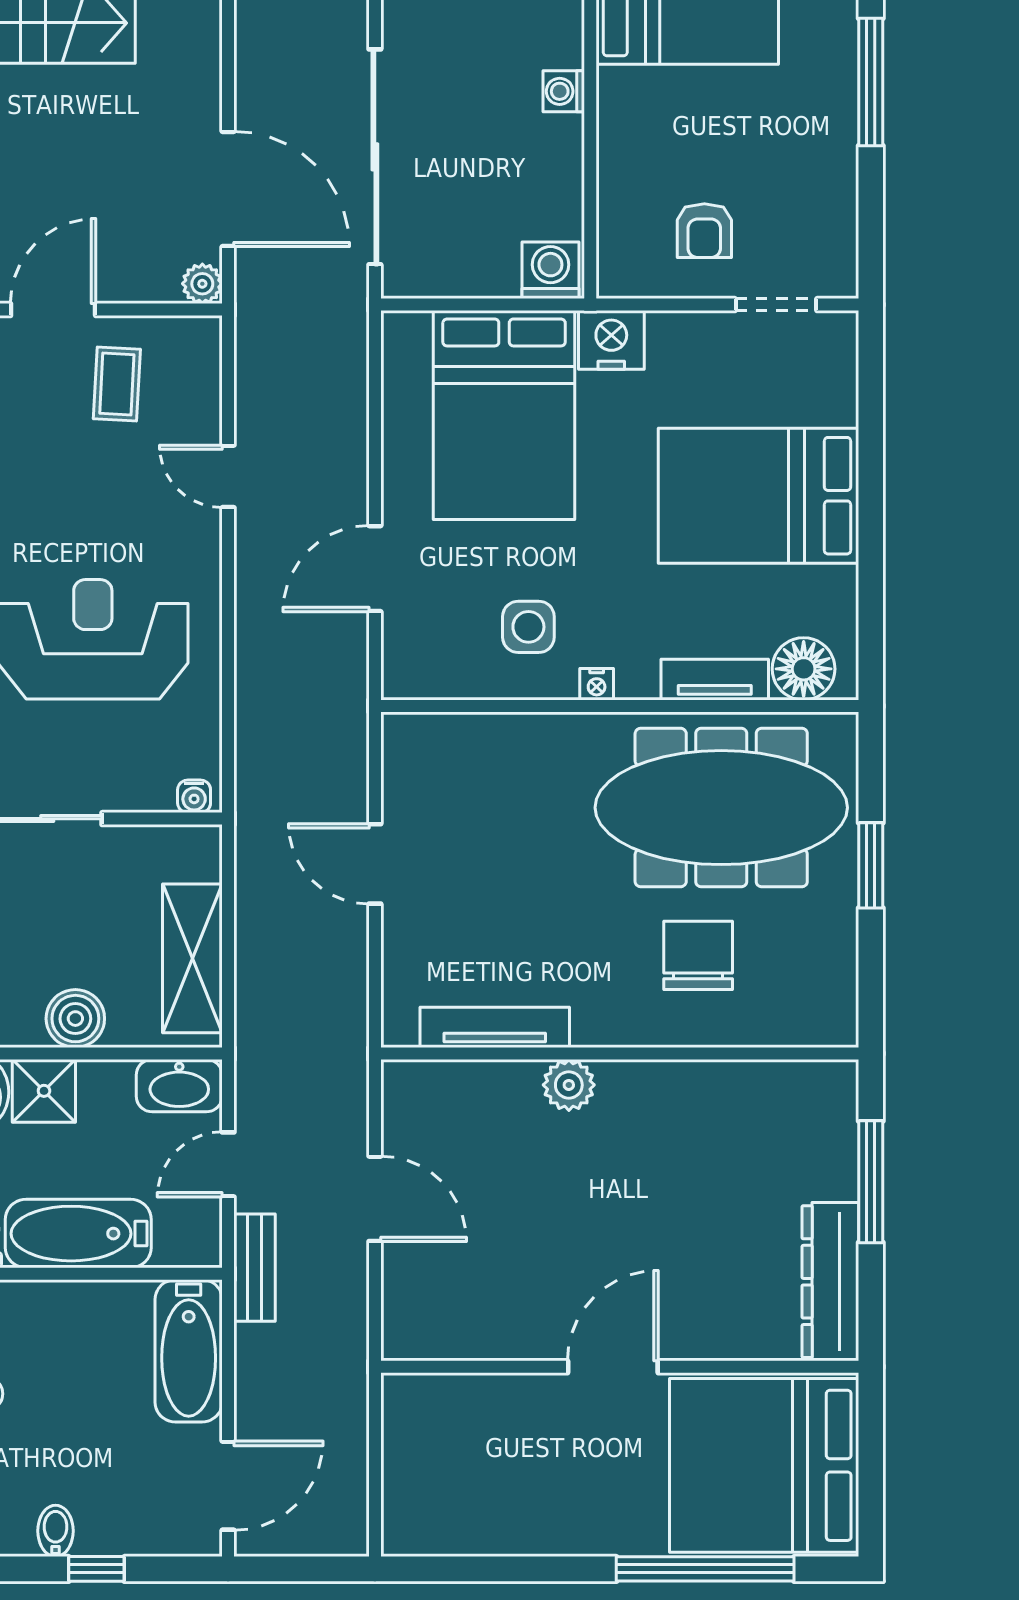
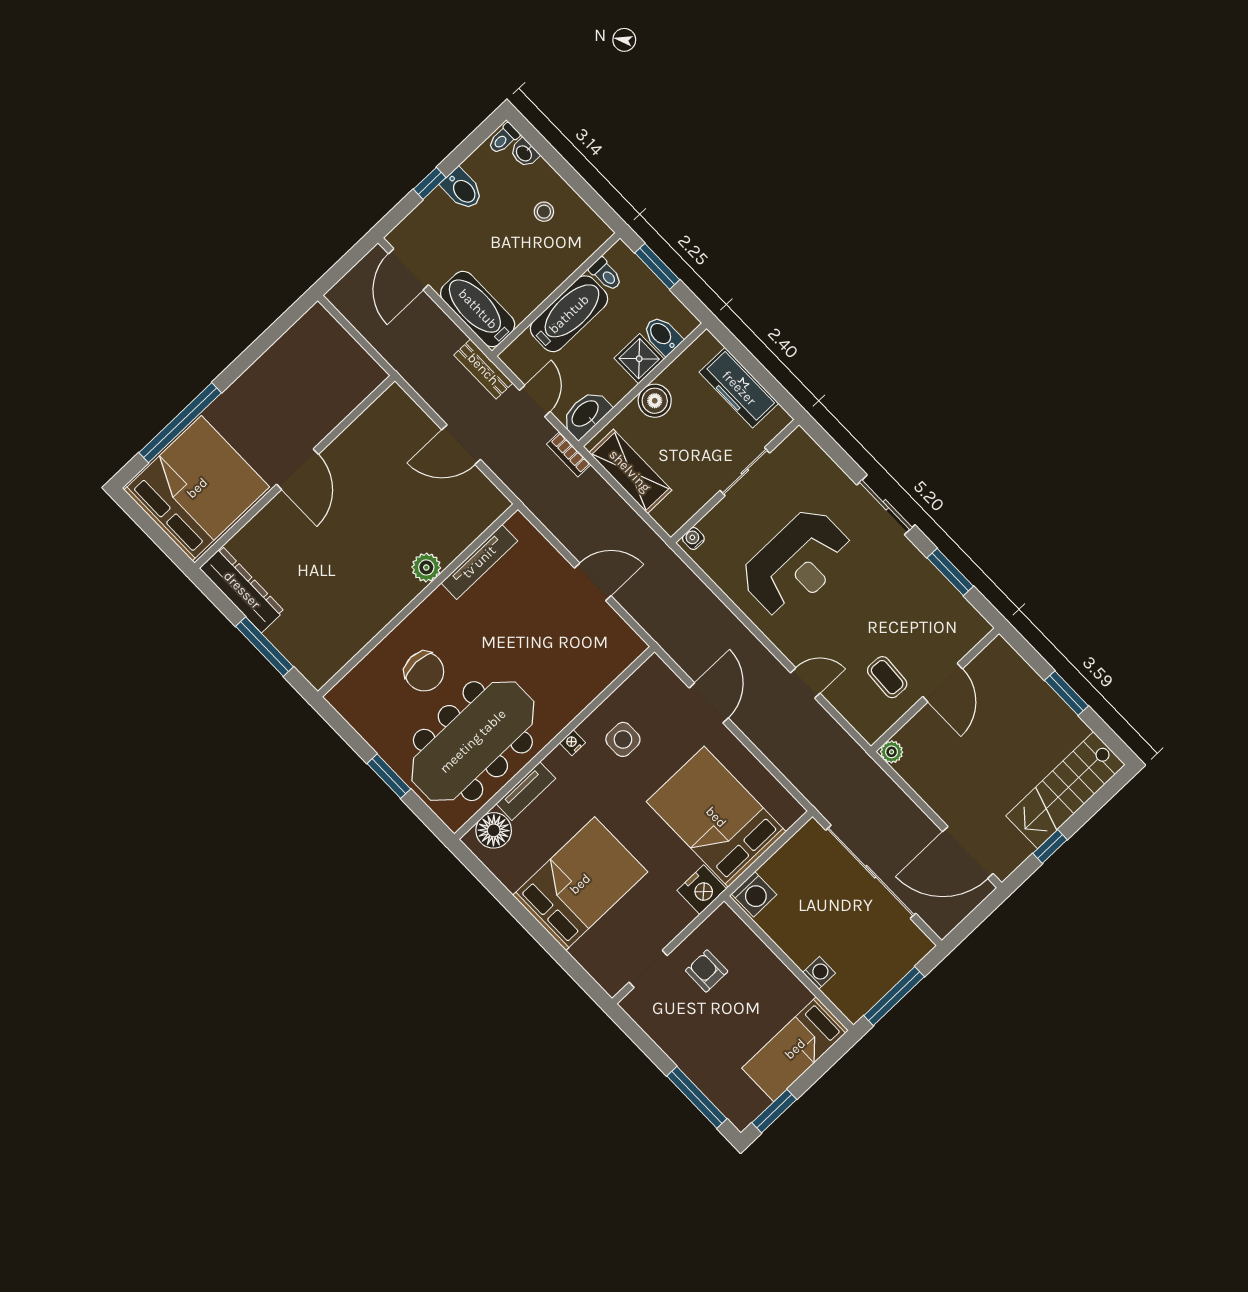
door: (228, 189) -> (968, 853), moved
bookcase: (250, 1055) -> (569, 454), added
bidet: (56, 1531) -> (462, 189), width x1.38, depth x1.36

